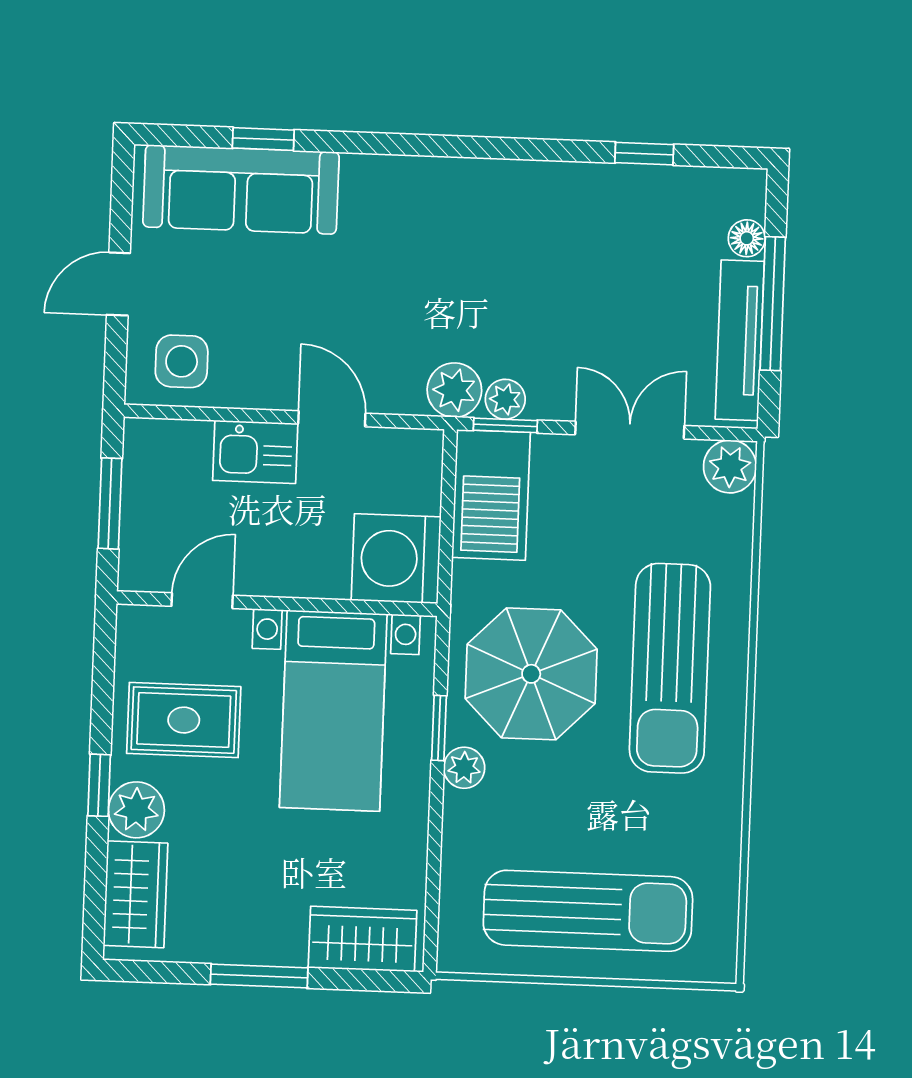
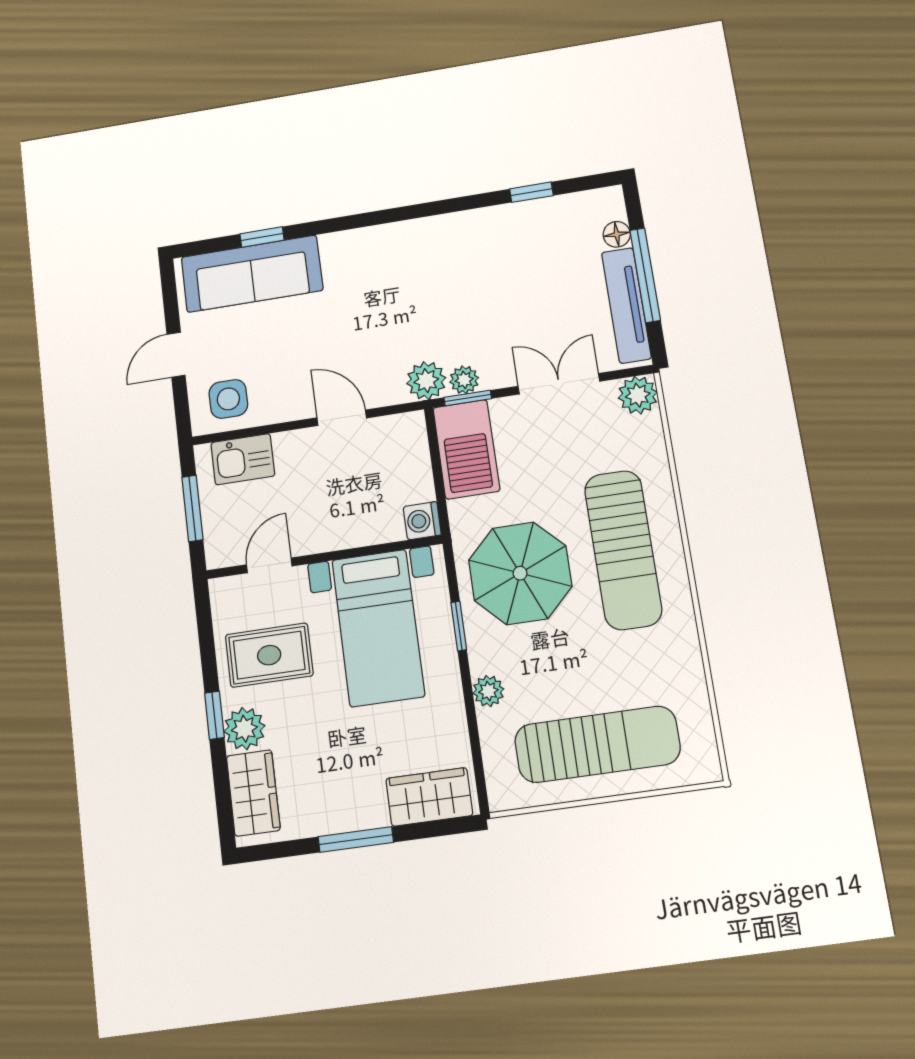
kitchen sink: (255, 452) -> (243, 459), moved
washing machine: (396, 559) -> (422, 521), width x0.53, depth x0.53
plant: (464, 768) -> (488, 691), moved

